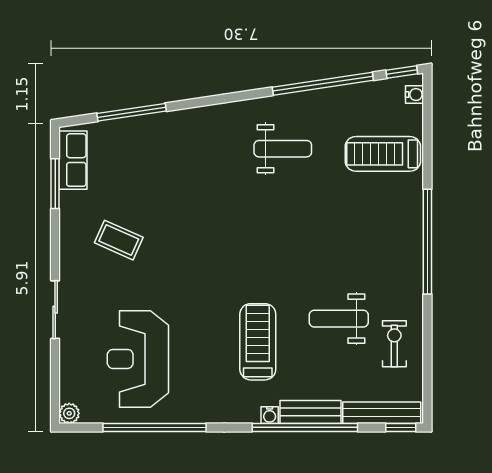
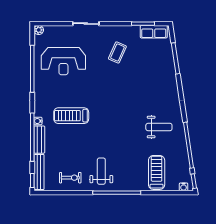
weight bench: (283, 149) -> (159, 127), turned -90
weight bench: (339, 319) -> (101, 171), moved
treadmill: (258, 342) -> (71, 116), turned 180
reception desk: (138, 359) -> (63, 61), turned 180

